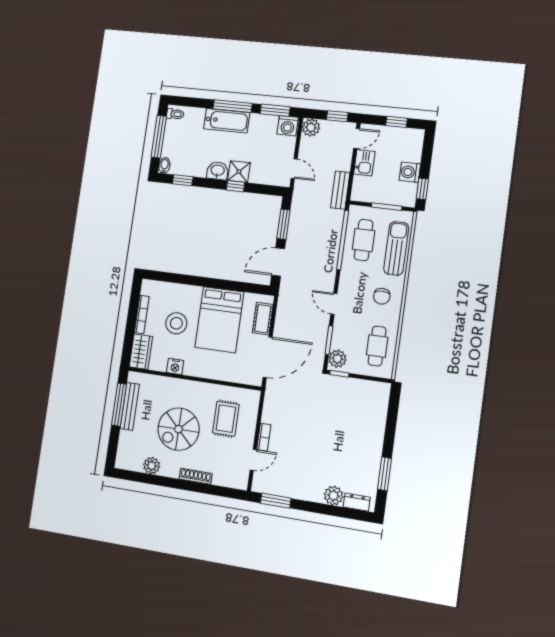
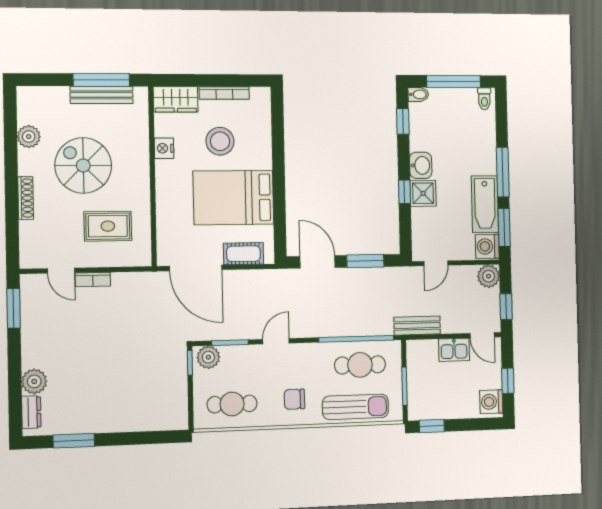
bathtub: (227, 121) -> (485, 204), moved
washing machine: (410, 172) -> (491, 402), moved, turned -90

